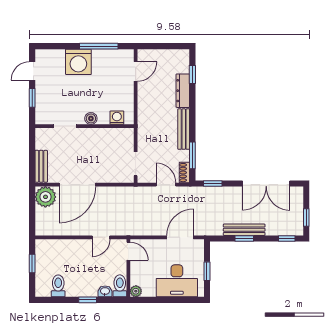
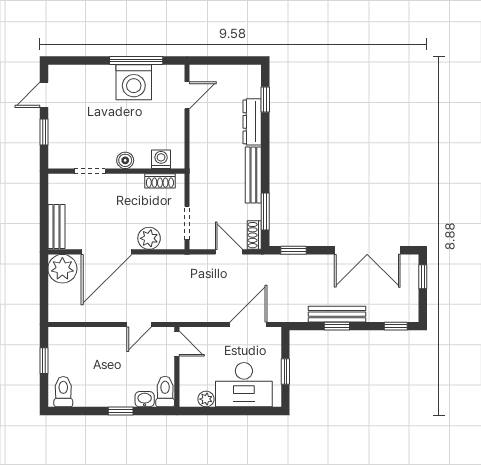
washing machine: (78, 62) -> (134, 82), moved
shoe rack: (116, 133) -> (160, 181), added
plant: (108, 175) -> (149, 238), added
window: (306, 218) -> (423, 277), moved
toilet: (58, 286) -> (63, 392), moved
plant: (136, 291) -> (206, 399), moved

